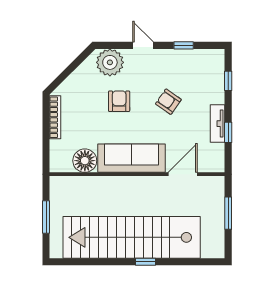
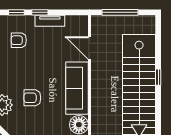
armchair: (168, 102) -> (19, 40), moved, turned 55
window: (228, 132) -> (40, 12), moved
window: (228, 213) -> (120, 12), width x1.44

